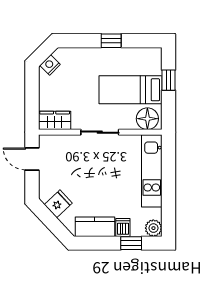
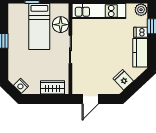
floor lamp: (147, 119) -> (61, 25), moved
wardrobe: (55, 120) -> (52, 87), moved, turned 90

